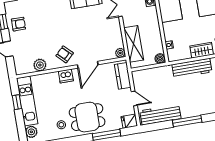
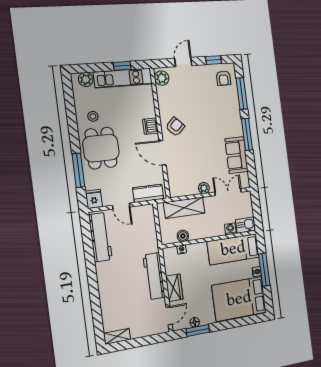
armchair: (18, 24) -> (224, 78), moved
plant: (120, 53) -> (204, 188), moved
boiler: (160, 59) -> (183, 236), moved
plant: (40, 65) -> (162, 78), moved
door: (134, 98) -> (121, 206), hinge flipped
window: (187, 121) -> (91, 270), removed

